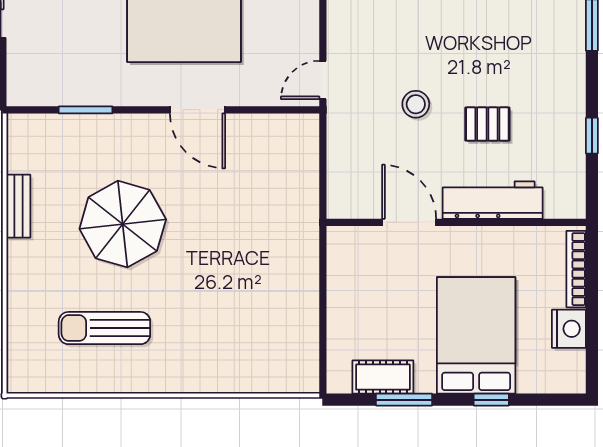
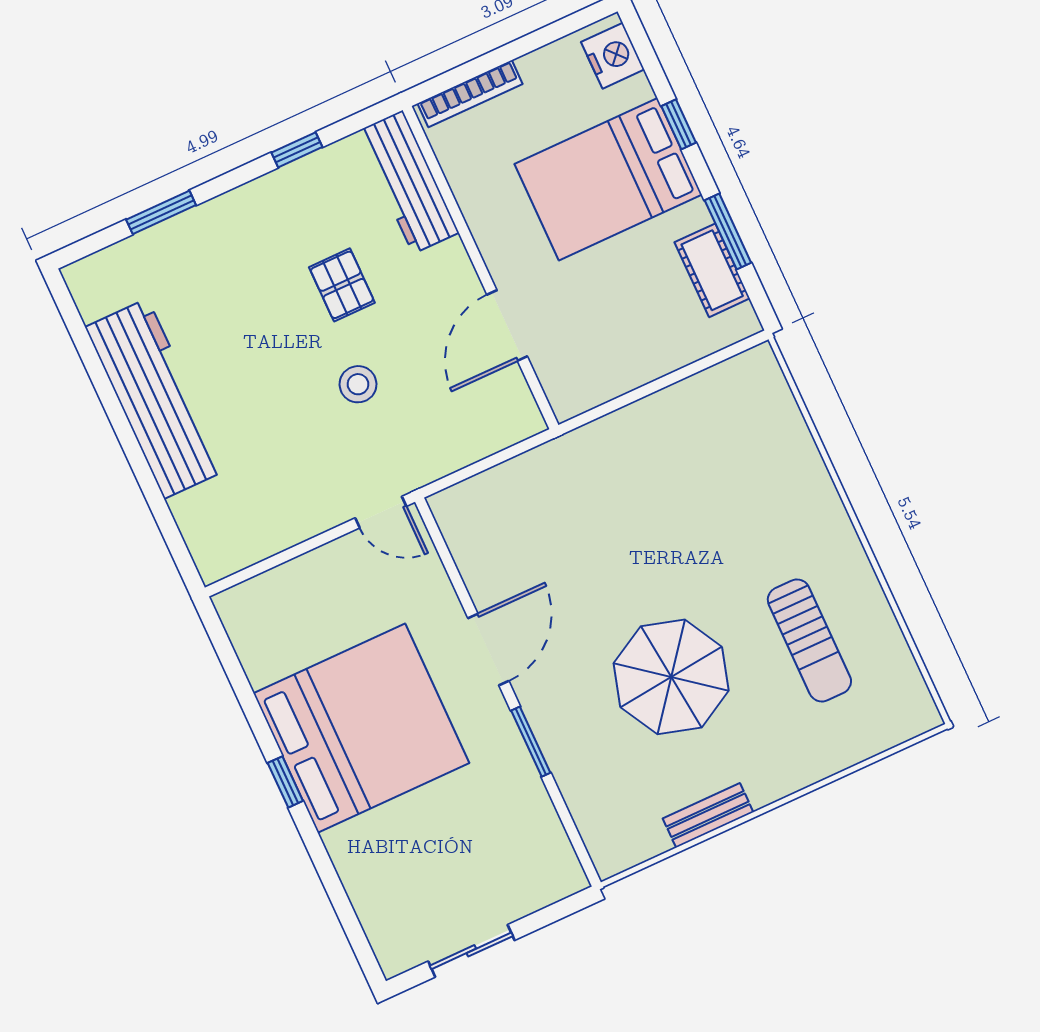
window: (86, 110) -> (531, 742), moved
workbench: (493, 200) -> (408, 182), moved
nightstand: (569, 329) -> (613, 56), moved, turned 90

